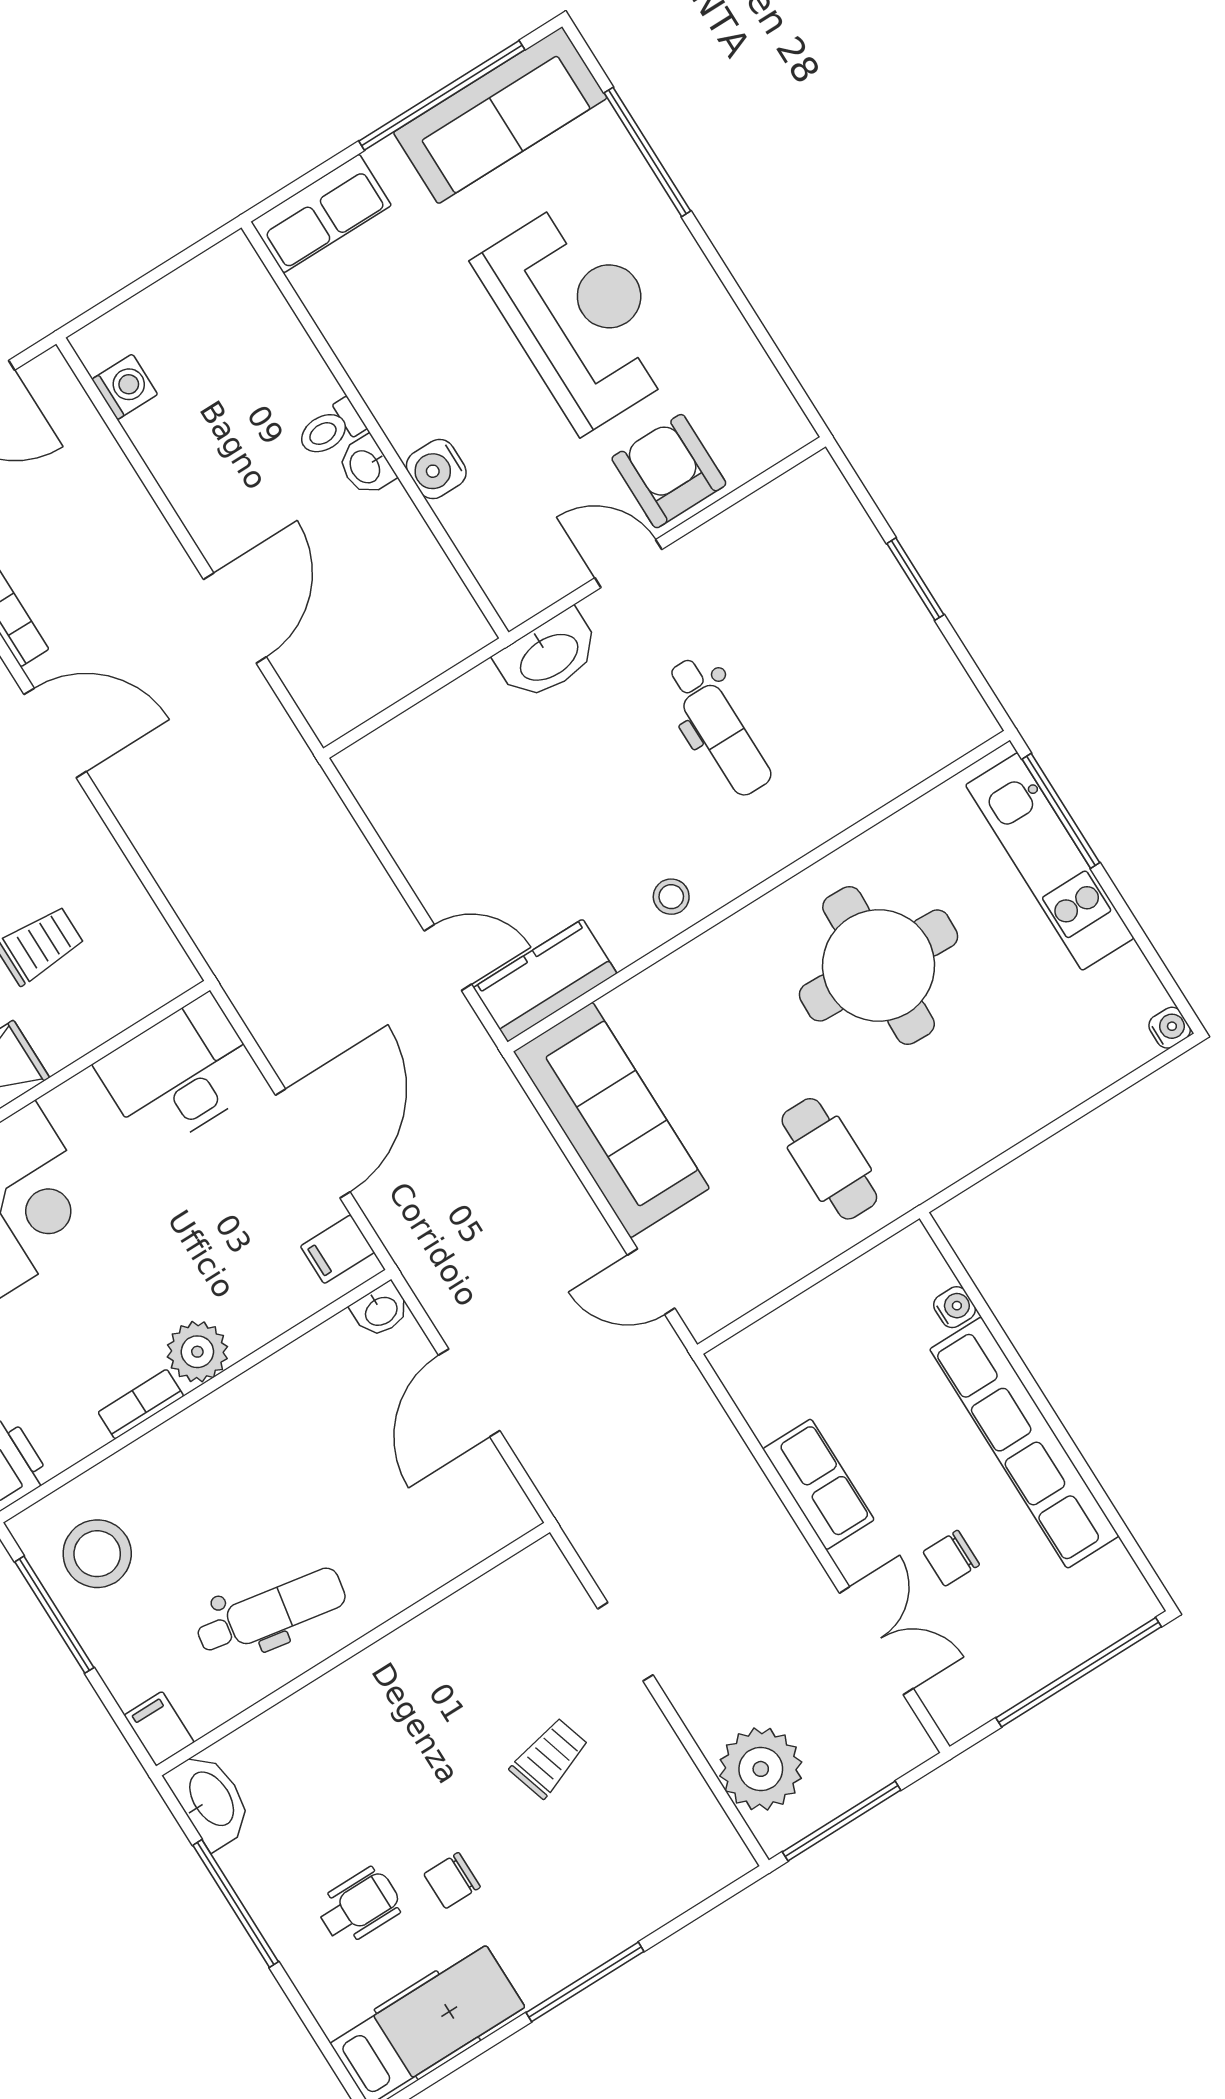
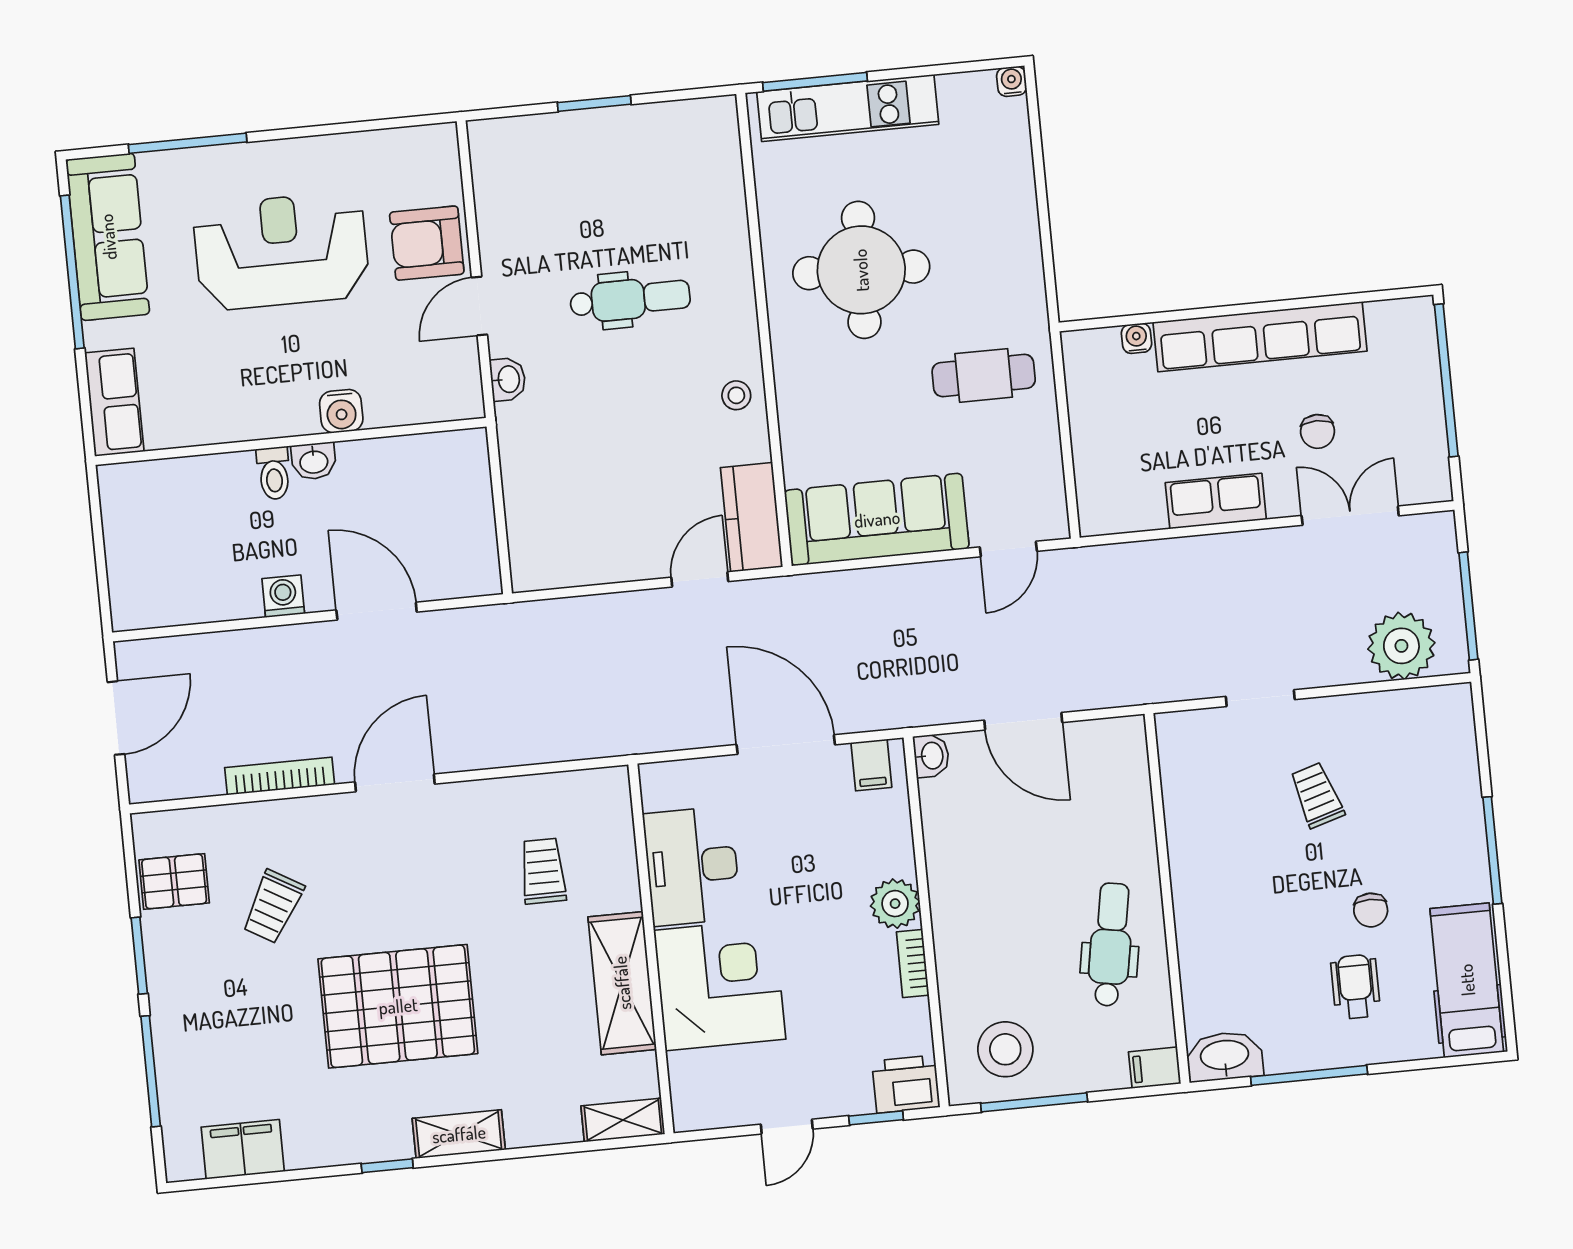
washing machine: (125, 387) -> (283, 596), moved
washbasin: (548, 656) -> (508, 379), width x0.52, depth x0.69
desk: (180, 1074) -> (692, 866), moved

